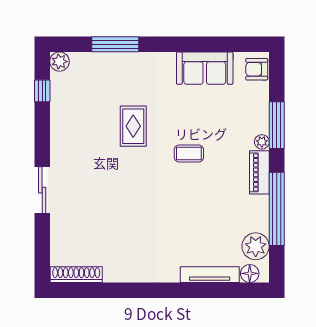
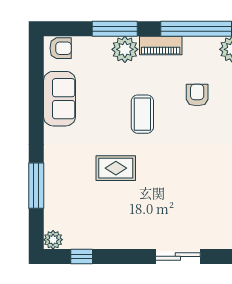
armchair: (257, 69) -> (61, 48), turned -90
plant: (262, 142) -> (125, 49), width x1.88, depth x1.88
coffee table: (189, 153) -> (142, 114), width x1.36, depth x1.30
armchair: (208, 210) -> (197, 95), added

